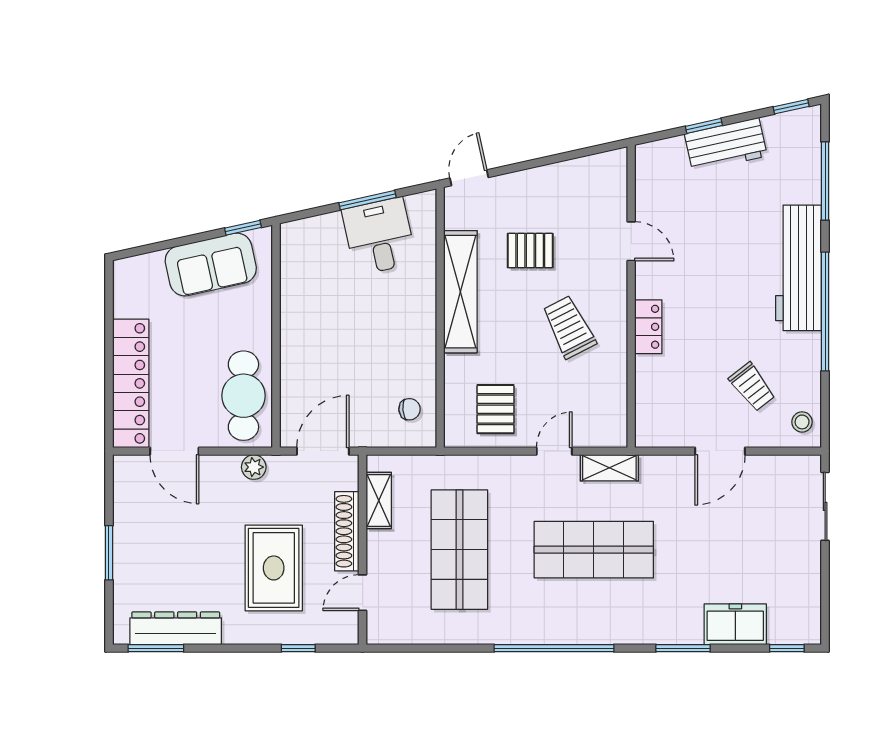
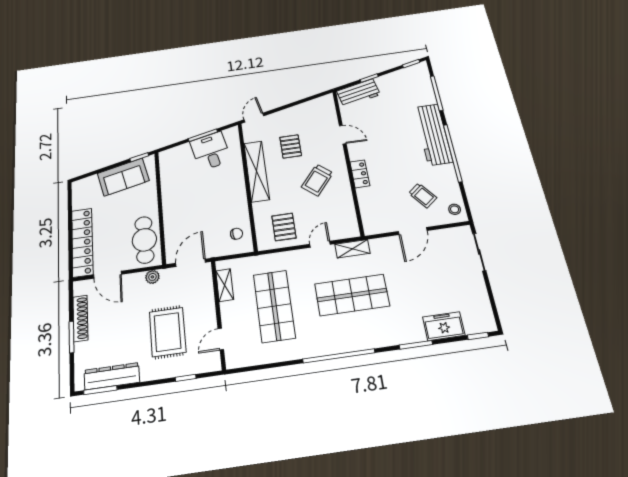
workbench: (726, 145) -> (358, 93), moved
pallet: (530, 251) -> (291, 146), turned 90
trolley: (569, 327) -> (317, 180), turned -113
shoe rack: (347, 531) -> (80, 318), moved, turned 180

